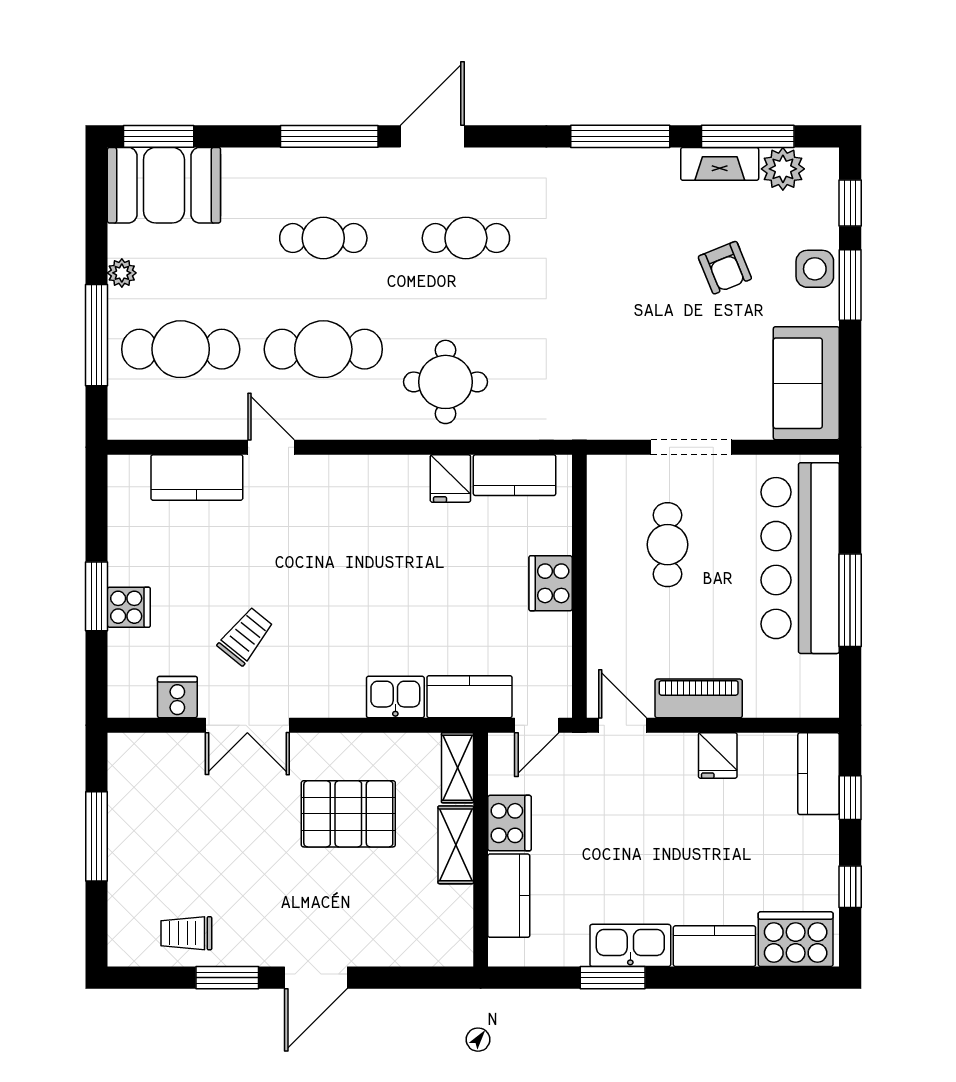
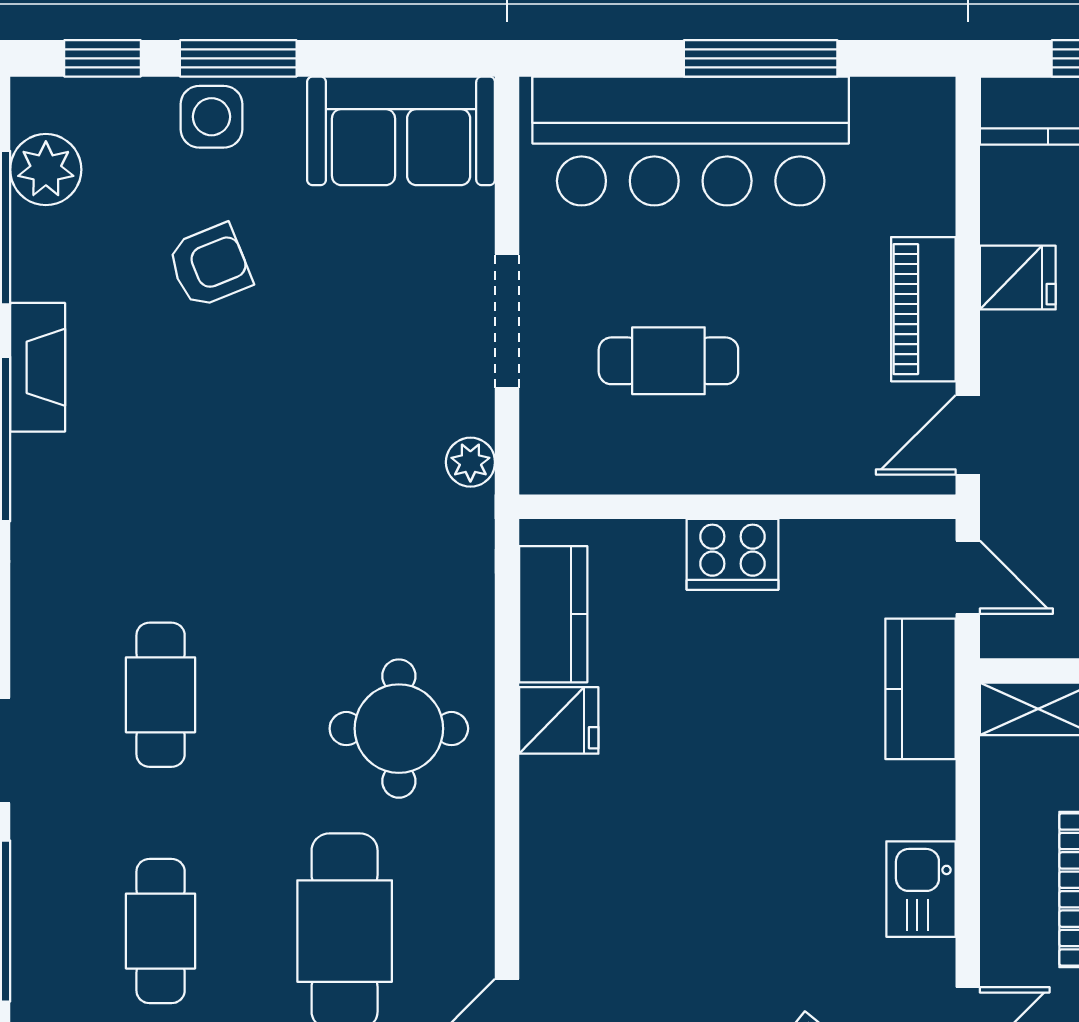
fireplace: (720, 164) -> (38, 367), moved
plant: (606, 425) -> (470, 462), added
kitchen sink: (395, 697) -> (921, 889), moved

